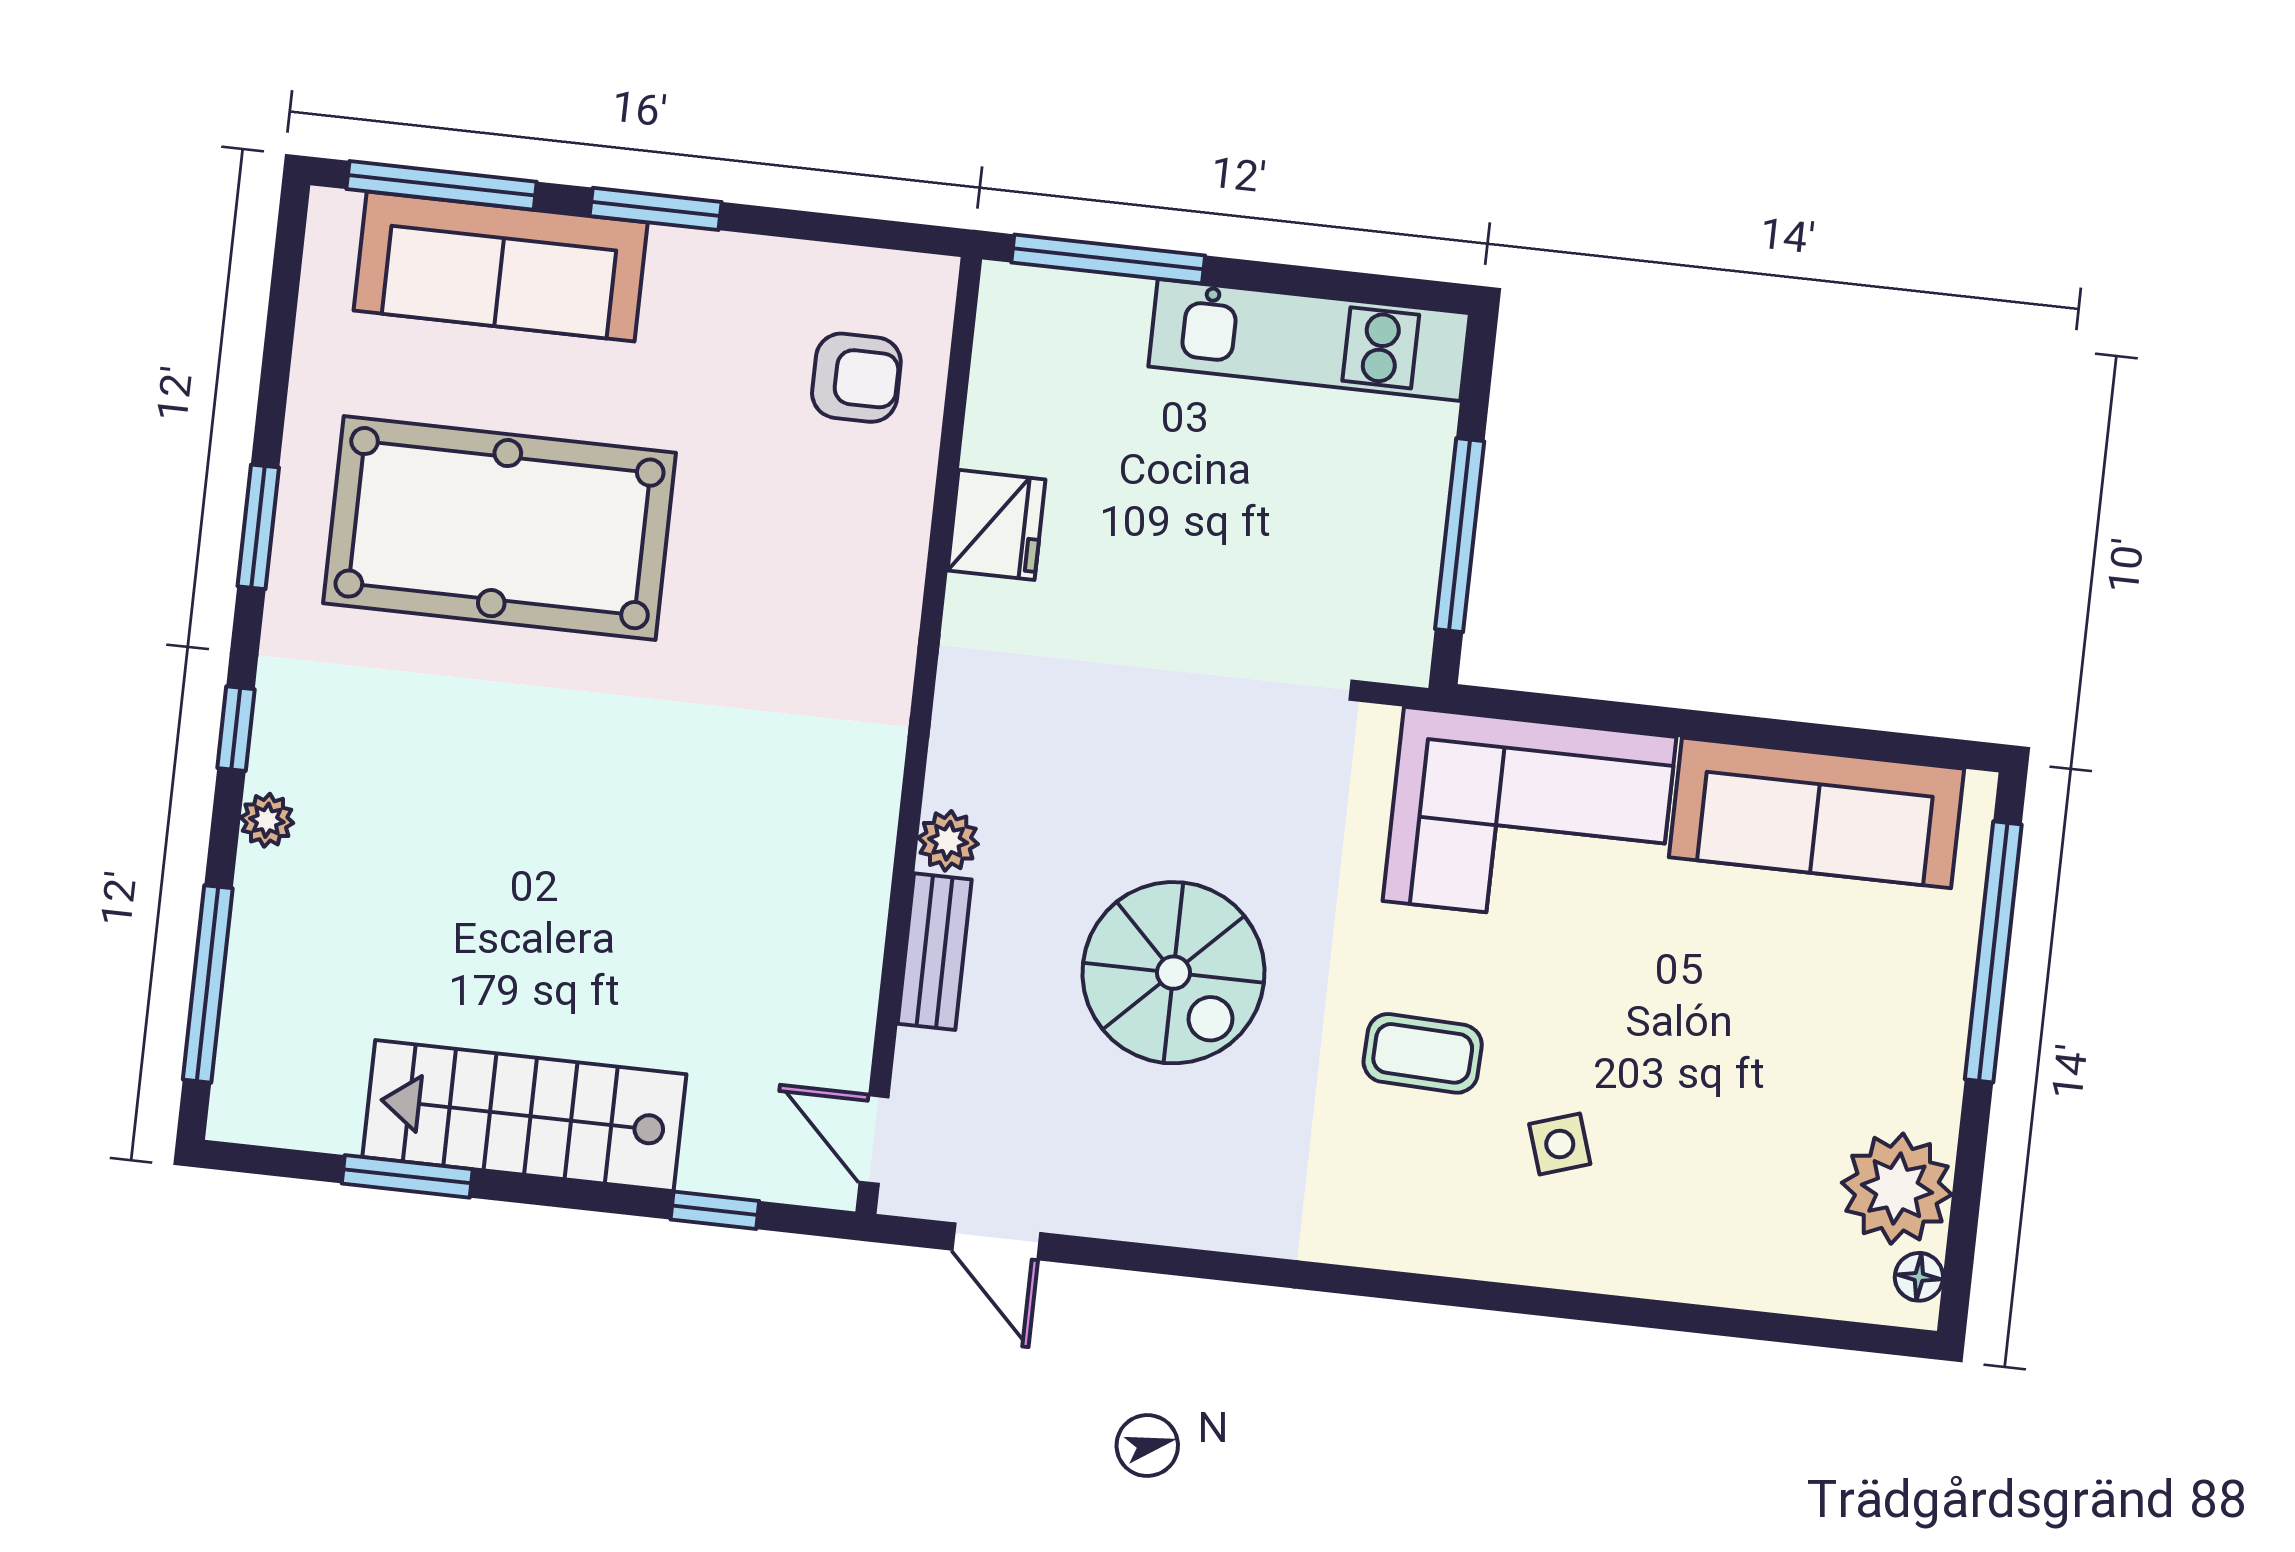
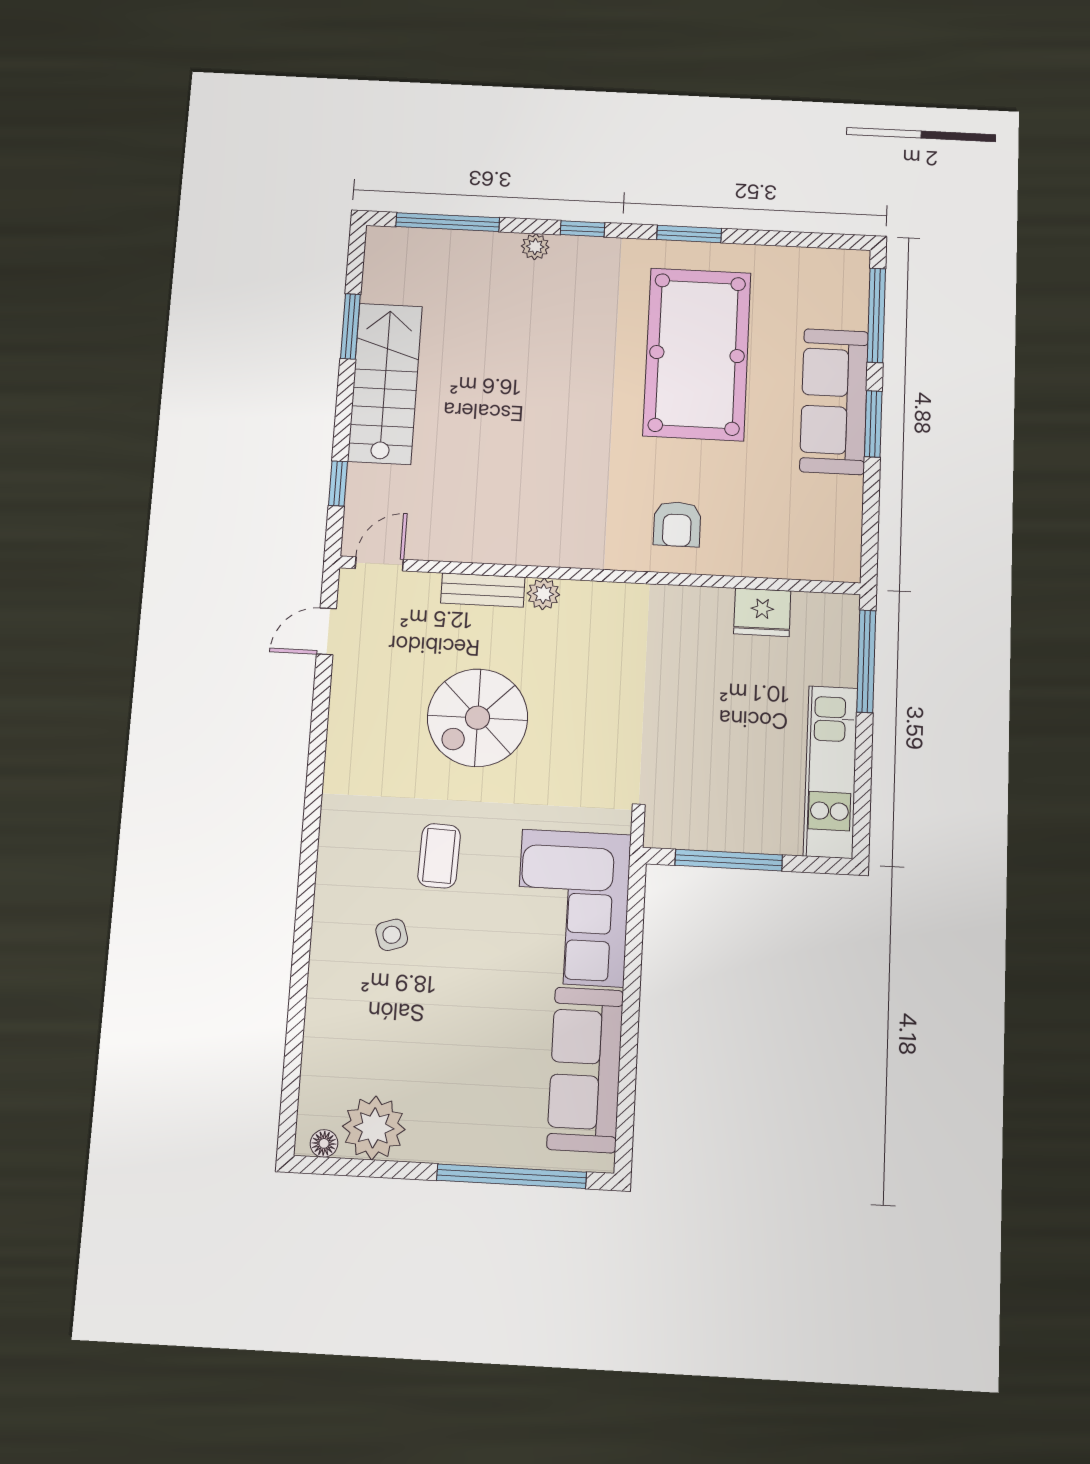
sofa: (501, 267) -> (834, 401), moved
armchair: (856, 378) -> (677, 524), moved
fridge: (997, 525) -> (762, 612), moved

